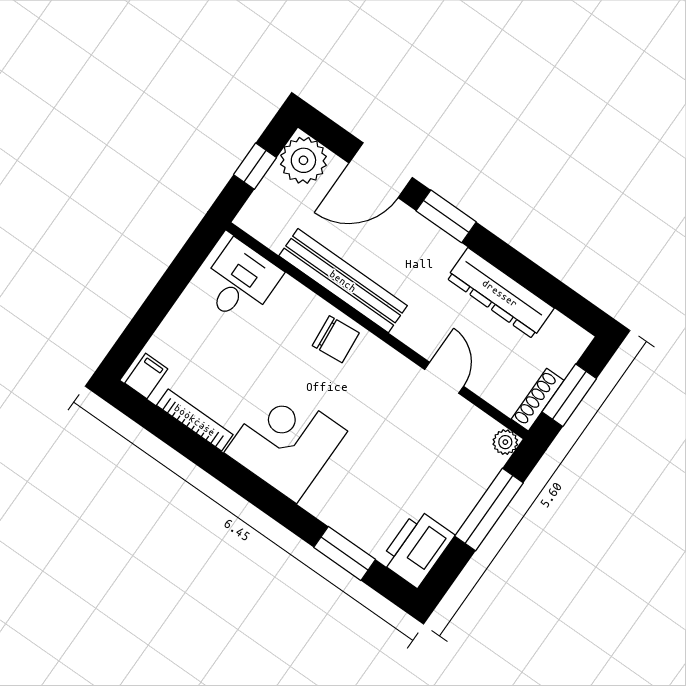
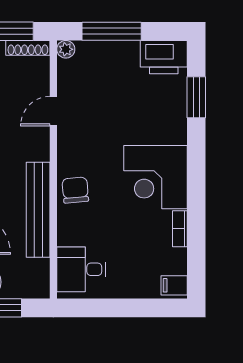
bookcase: (195, 420) -> (180, 229), width x0.64

